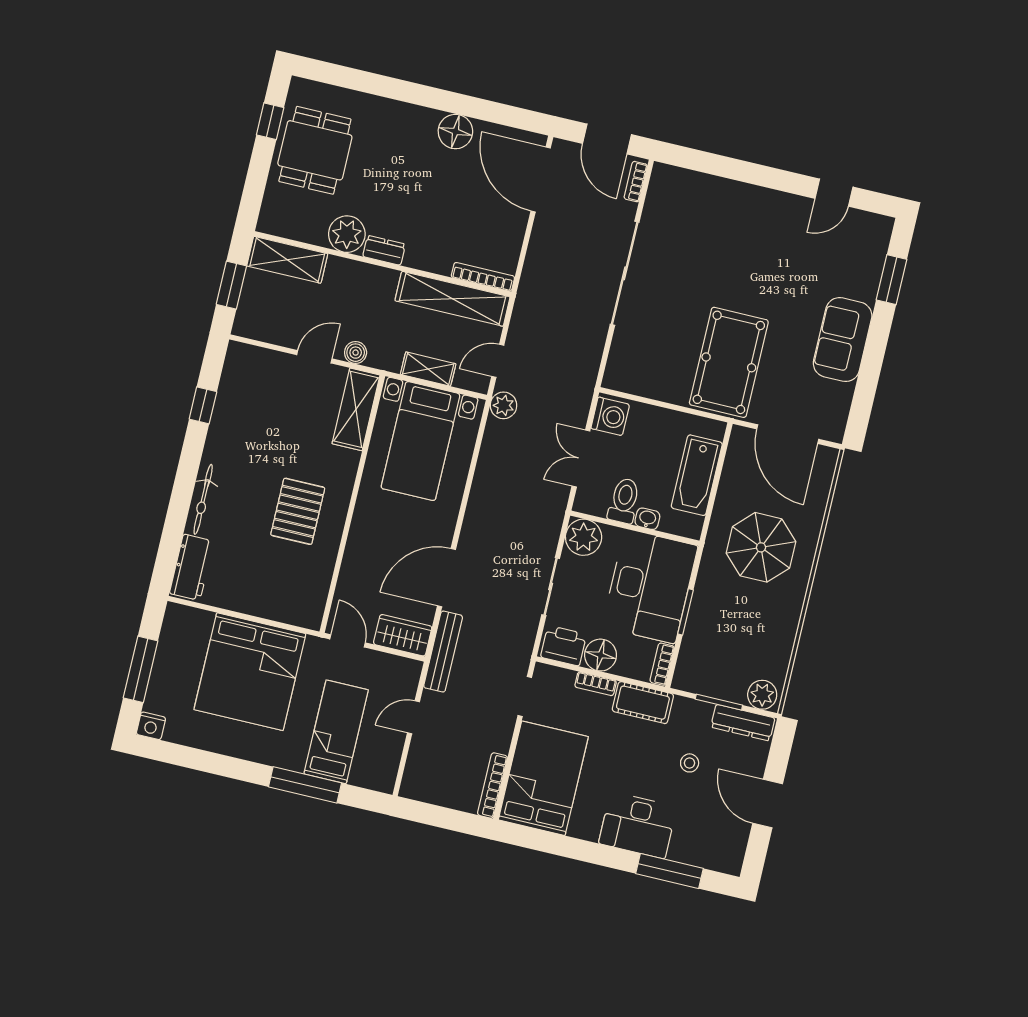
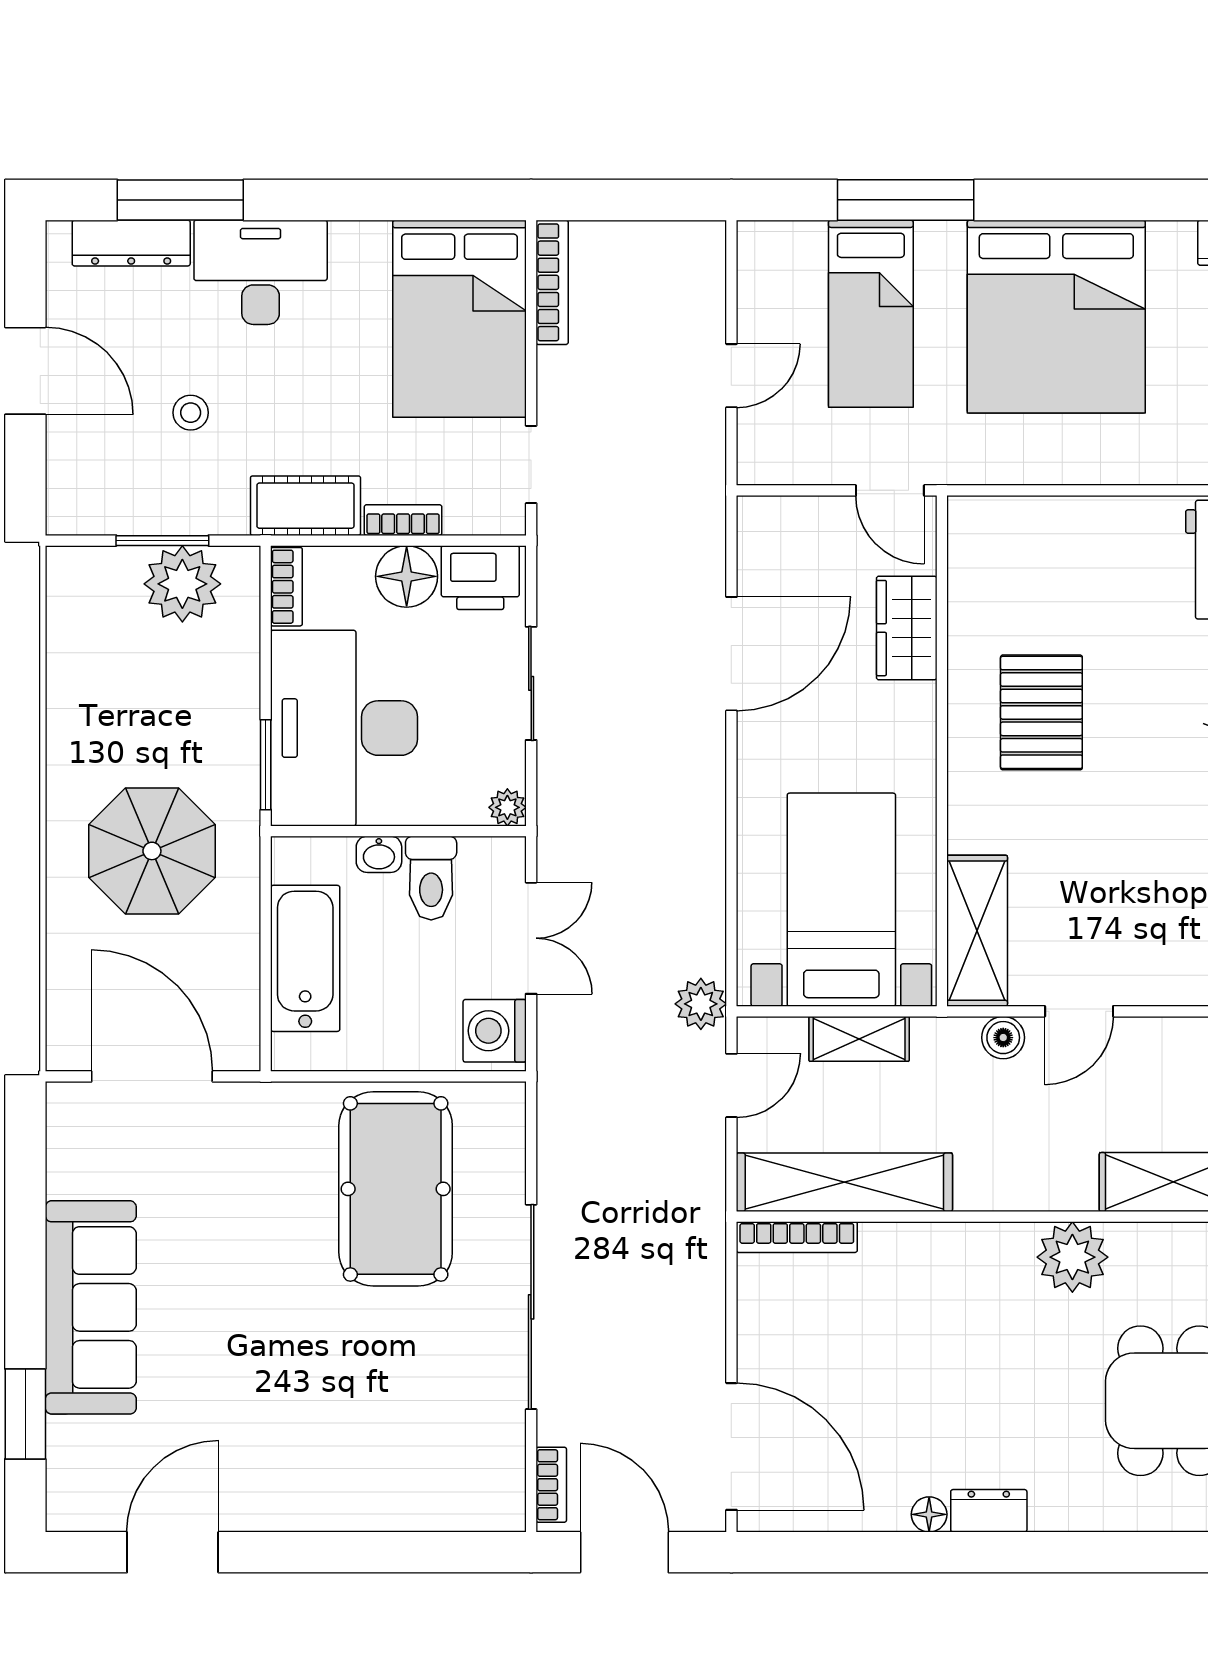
floor lamp: (455, 132) -> (929, 1514), width x0.53, depth x0.53
door: (834, 193) -> (173, 1552), width x1.38
dresser: (384, 250) -> (989, 1511), moved, turned 180
sofa: (843, 340) -> (91, 1307), width x1.36
pool table: (729, 362) -> (396, 1189), moved
plant: (584, 537) -> (507, 807), width x0.53, depth x0.53
window: (685, 612) -> (266, 765), moved
wardrobe: (403, 635) -> (907, 628), moved, turned 90
bench: (443, 652) -> (705, 513), removed
bed: (250, 672) -> (1056, 317), moved, turned 180
plant: (762, 695) -> (182, 584), moved, width x1.36, depth x1.36
dresser: (743, 723) -> (131, 243), moved, turned 180

